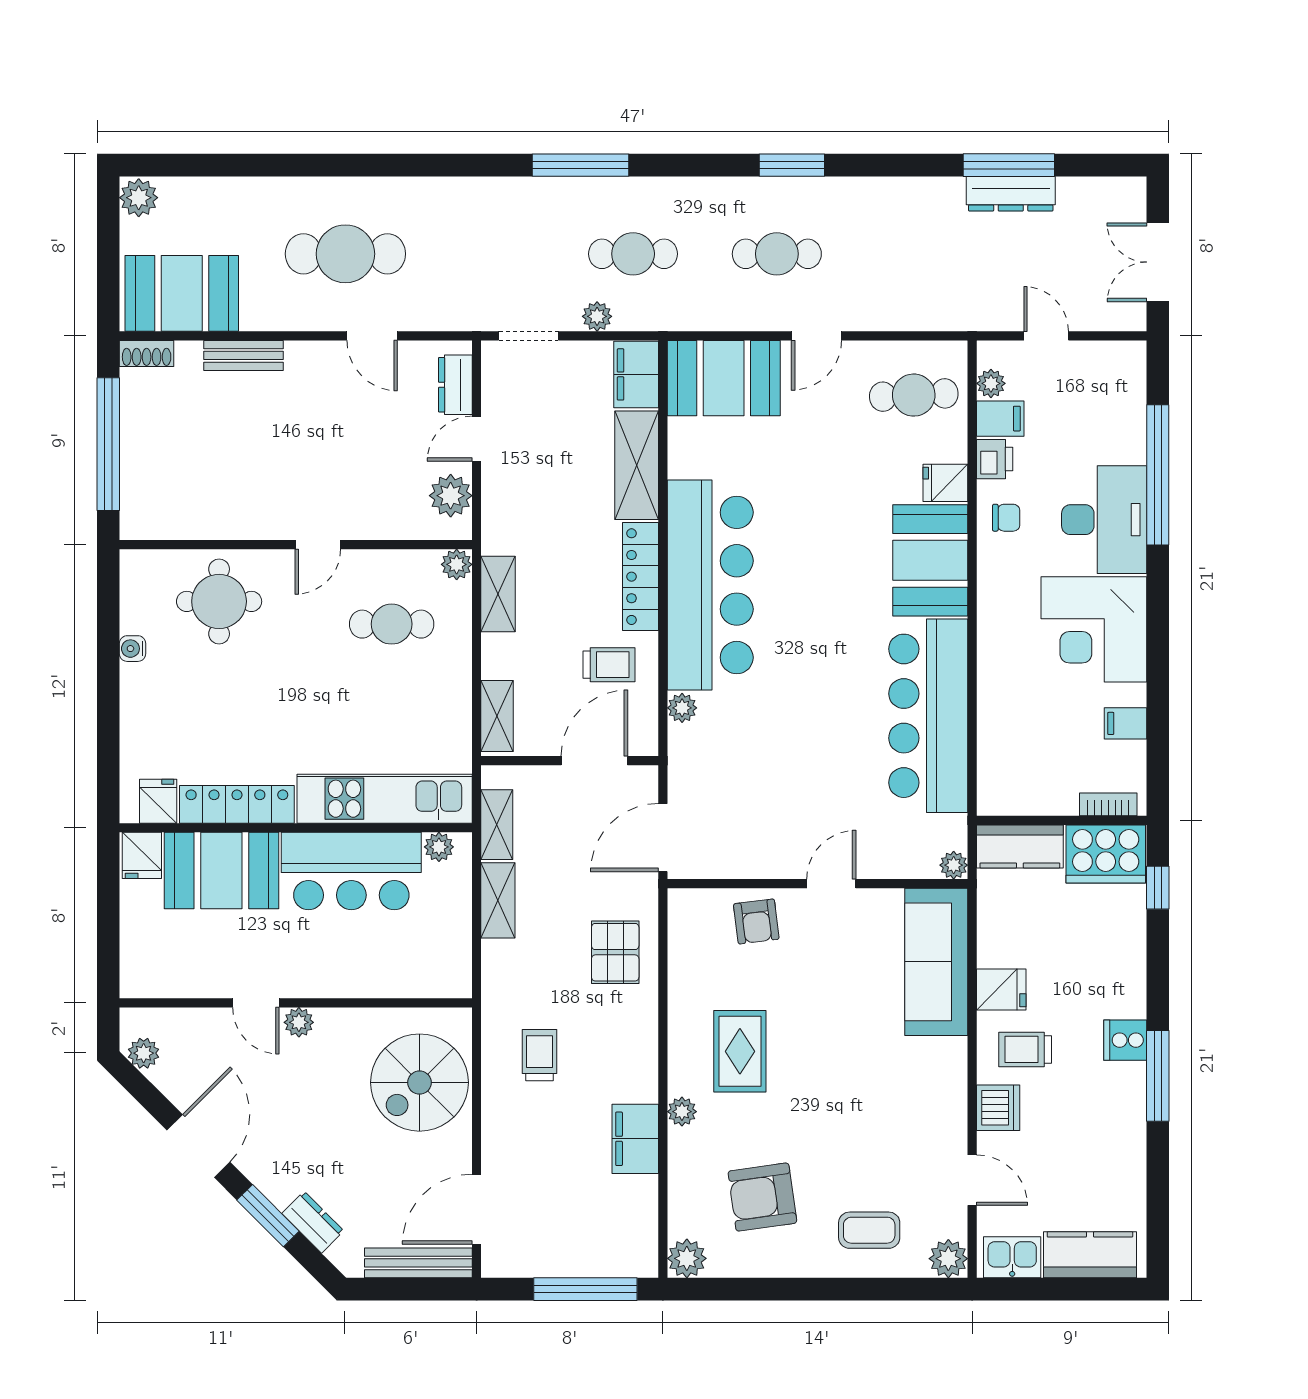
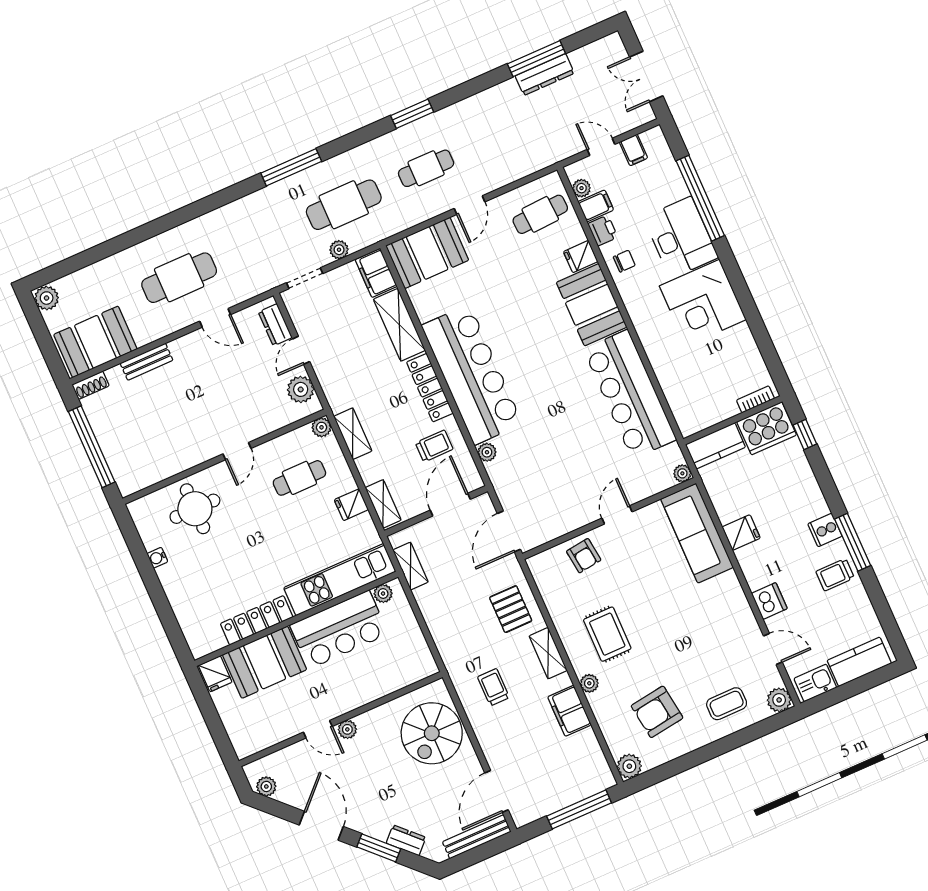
cafe table: (633, 254) -> (344, 205), width x1.37, depth x1.35
filing cabinet: (1126, 723) -> (634, 150), moved, turned -90
fridge: (158, 801) -> (351, 505), moved, turned -90
shelving: (498, 900) -> (548, 653), moved
trolley: (1025, 1049) -> (835, 575), moved

